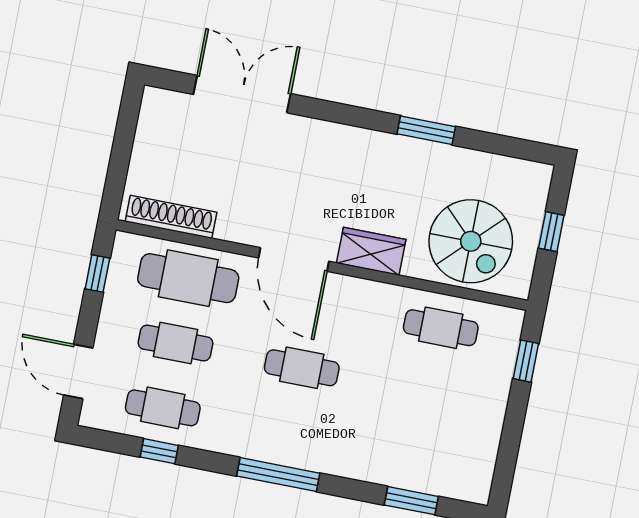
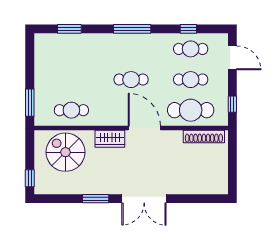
double door: (242, 94) -> (144, 199), moved
window: (551, 232) -> (30, 178), moved
window: (526, 361) -> (30, 103), width x1.50

